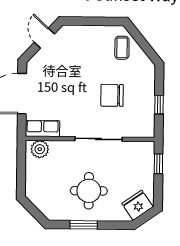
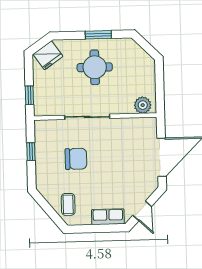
row of seats: (43, 128) -> (108, 217), moved, turned 180

